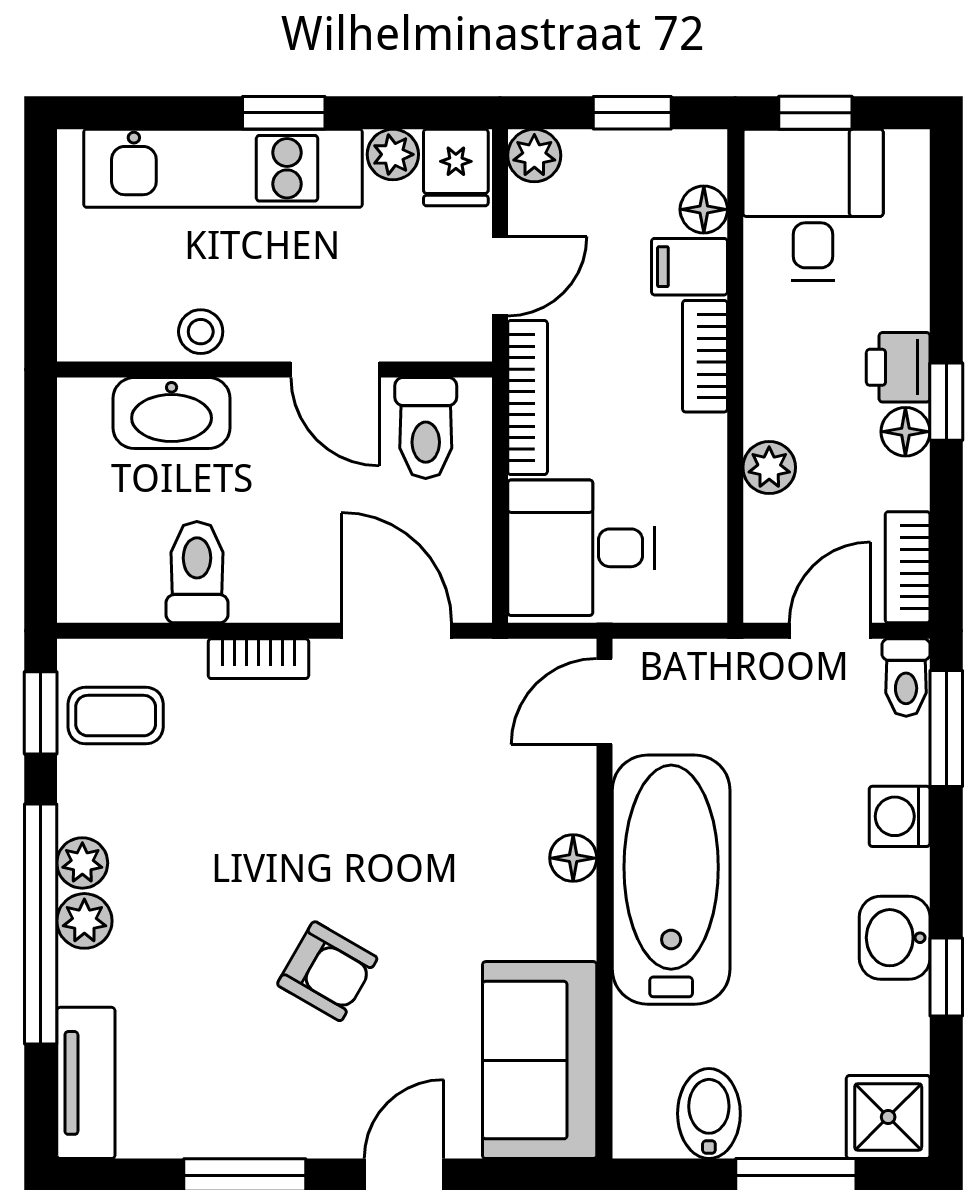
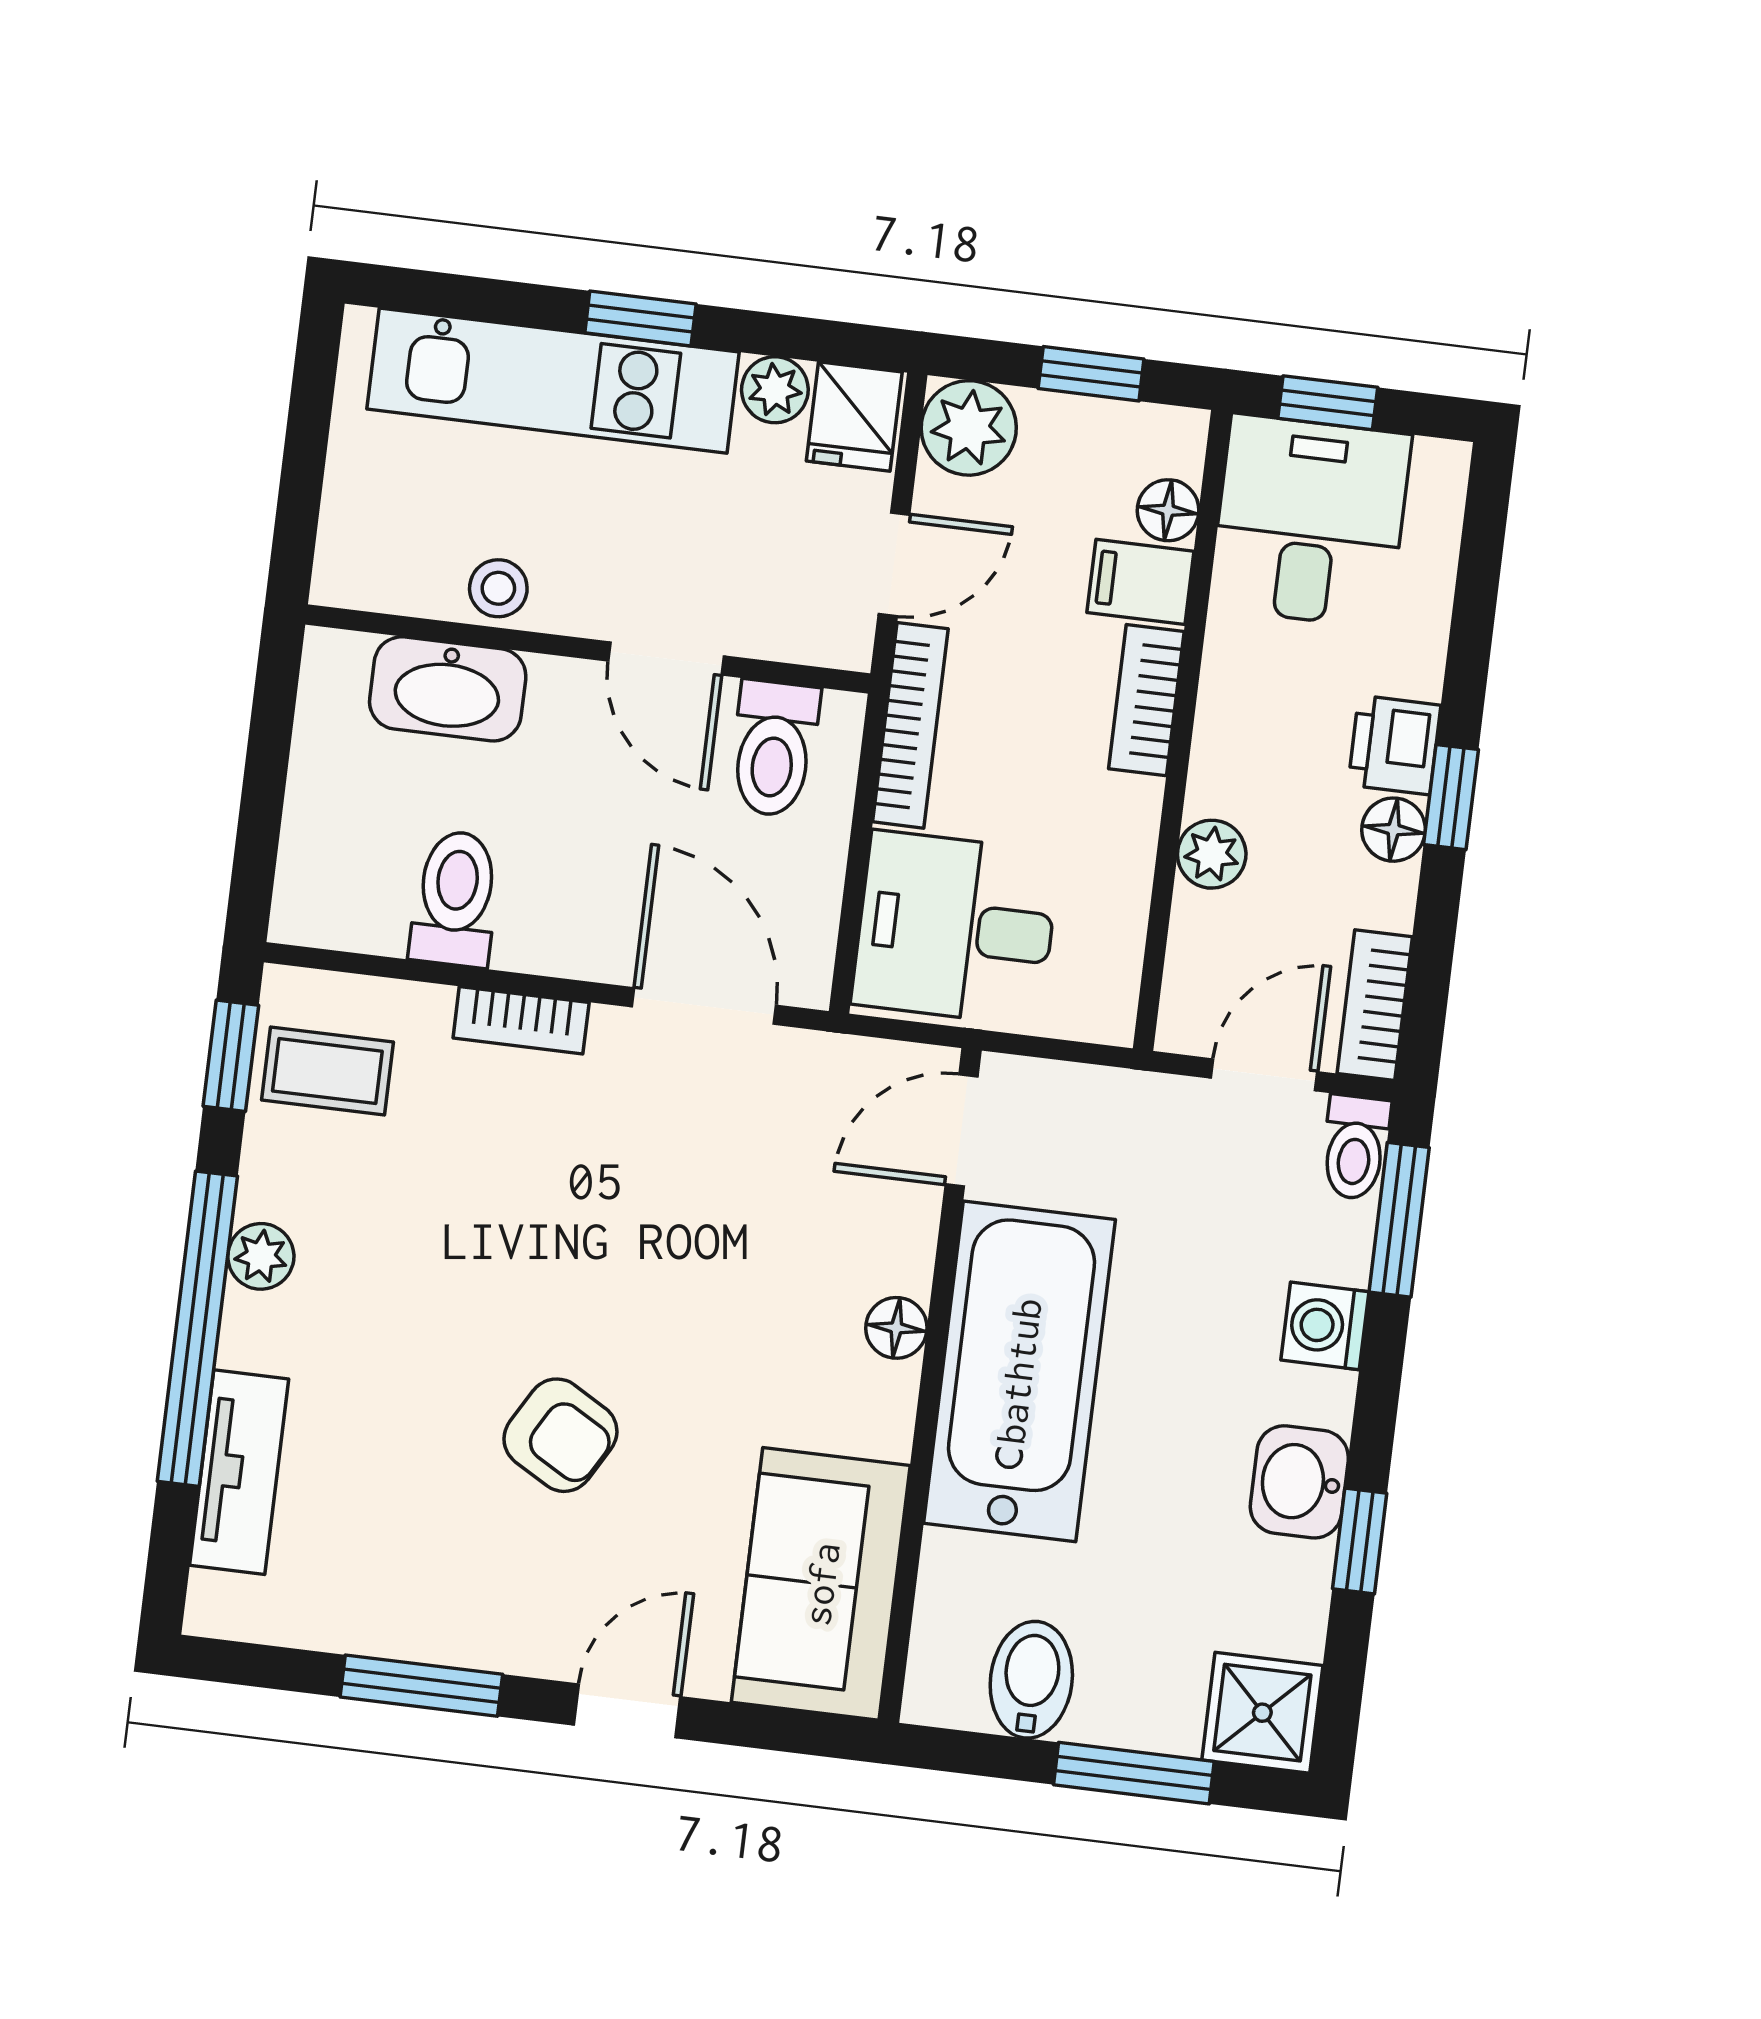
plant: (534, 155) -> (969, 428), width x1.38, depth x1.38
plant: (84, 921) -> (254, 1332), removed
tv unit: (86, 1083) -> (239, 1472), moved

